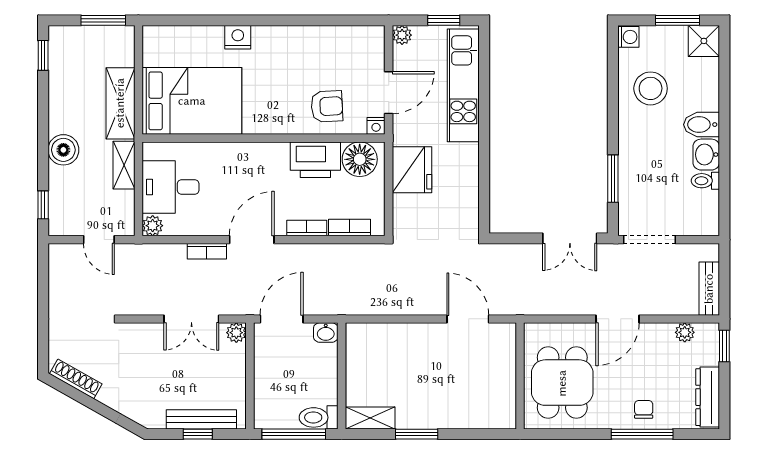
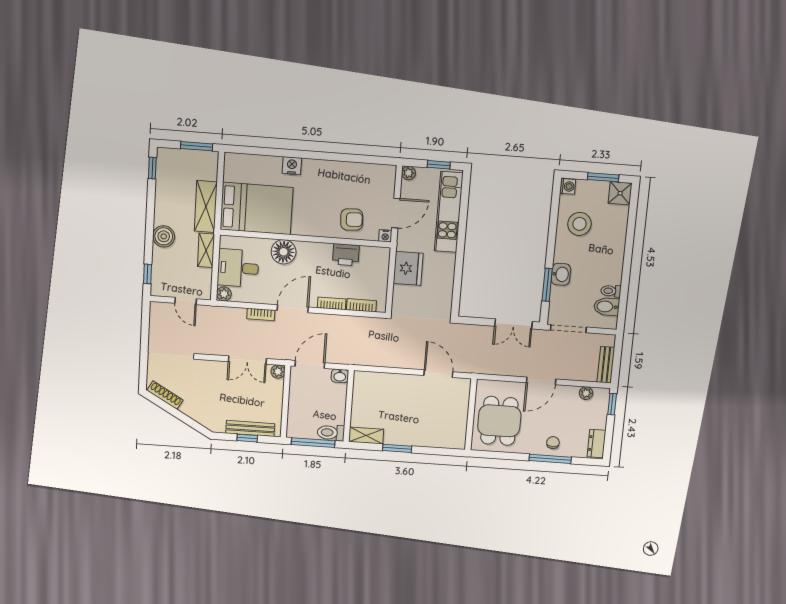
bidet: (701, 125) -> (607, 307), moved
washbasin: (706, 155) -> (561, 274), moved, turned 180
floor lamp: (360, 159) -> (284, 252), moved
printer: (315, 160) -> (346, 255), width x0.73, depth x0.84
dresser: (708, 397) -> (596, 443), width x0.70

